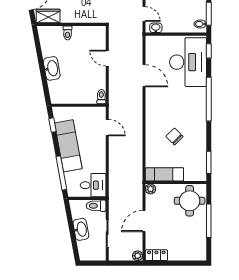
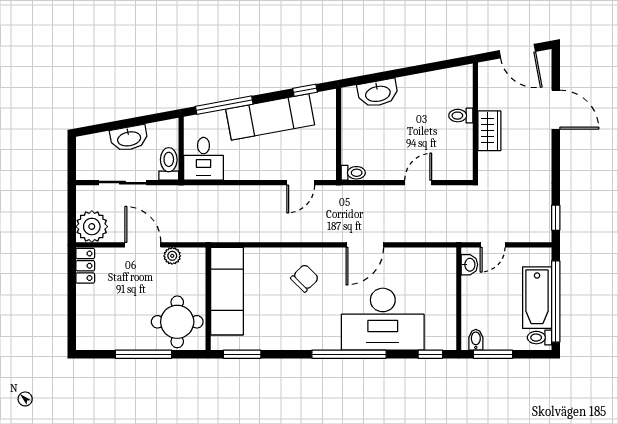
wardrobe: (48, 16) -> (489, 131), moved
desk: (188, 62) -> (383, 319), moved
washbasin: (52, 68) -> (378, 93), moved
door: (144, 76) -> (365, 245), moved
chair: (174, 136) -> (305, 278), moved
exam couch: (164, 174) -> (227, 291), width x1.36, depth x1.45
plant: (151, 189) -> (172, 256), moved
plant: (138, 256) -> (92, 227), width x1.87, depth x1.87

